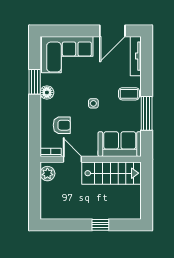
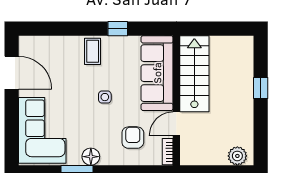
tv unit: (136, 56) -> (44, 42), removed
window: (147, 113) -> (118, 29), width x0.46
sofa: (120, 144) -> (157, 73), width x1.36
plant: (47, 174) -> (237, 156), moved

